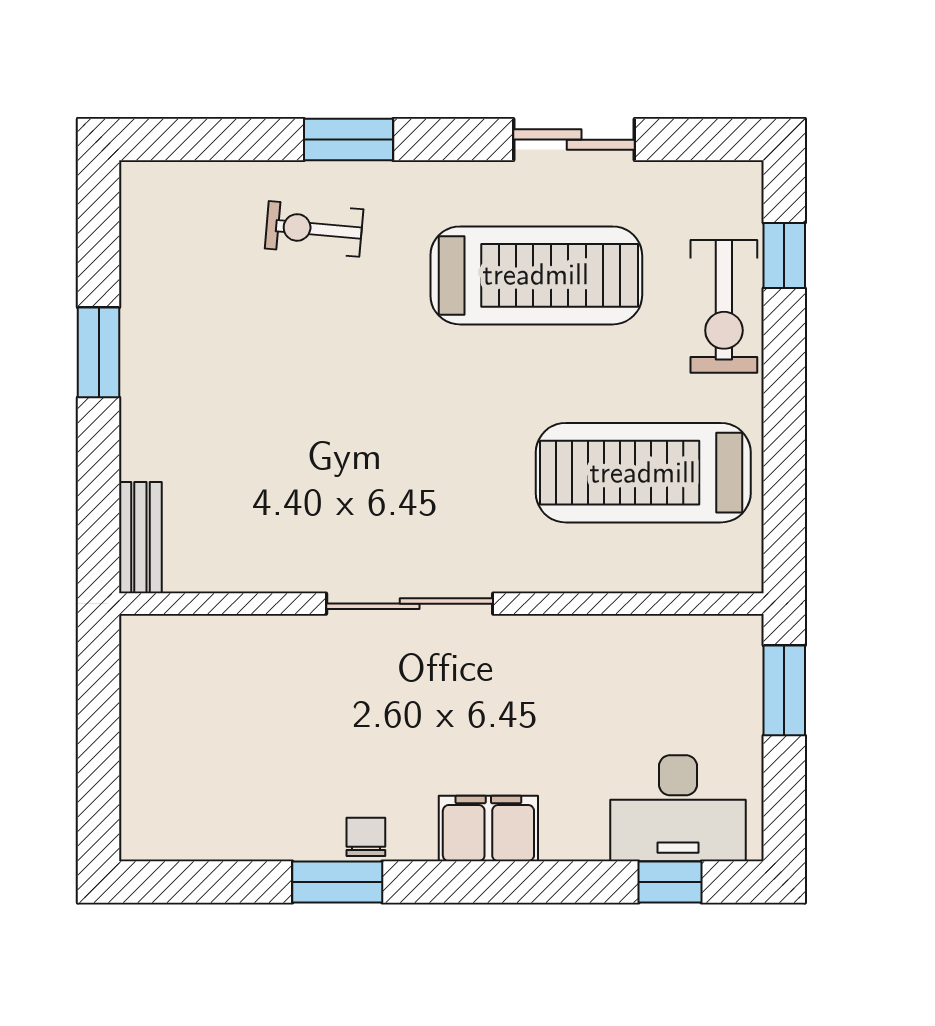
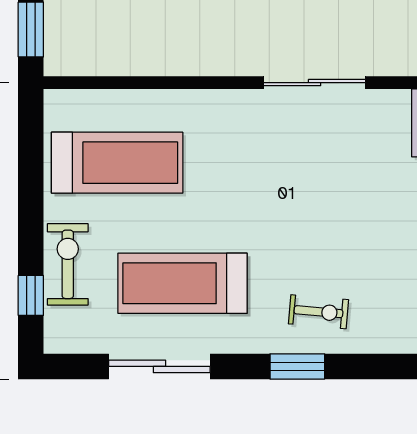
sliding door: (574, 140) -> (159, 366), width x1.37
sliding door: (410, 604) -> (315, 83), moved

